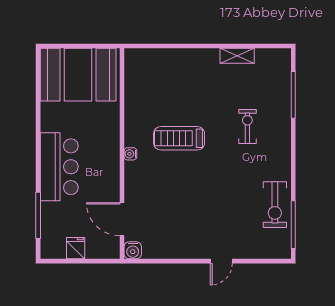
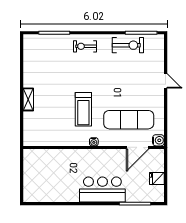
shelving: (237, 56) -> (28, 99), moved
booth: (78, 75) -> (41, 177), removed
exercise bike: (247, 126) -> (85, 46), moved
exercise mat: (164, 206) -> (129, 120), added

